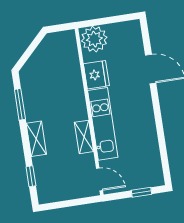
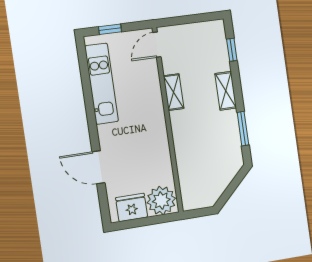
fridge: (96, 75) -> (132, 207), moved, turned 90
kitchen unit: (103, 124) -> (102, 84), moved, turned 180
door: (99, 179) -> (157, 45), hinge flipped

